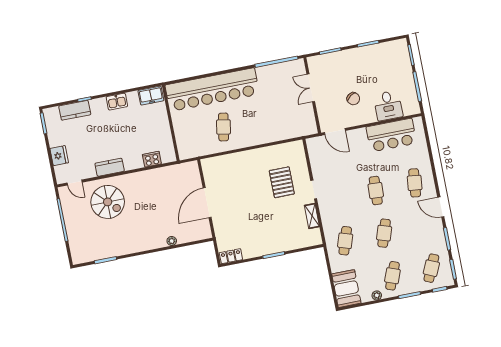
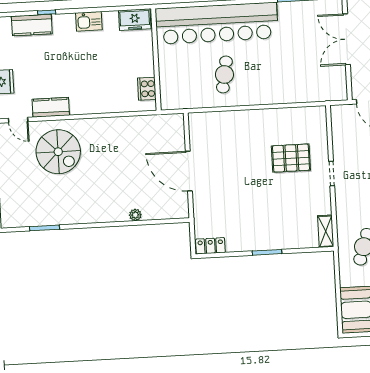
double door: (311, 88) -> (347, 39), width x1.37
cooker: (152, 159) -> (147, 89), moved, turned -90
kitchen counter: (110, 167) -> (51, 107), moved
pallet: (282, 182) -> (291, 158), turned 90
door: (207, 203) -> (189, 171), hinge flipped
shelving: (312, 216) -> (326, 231), moved

